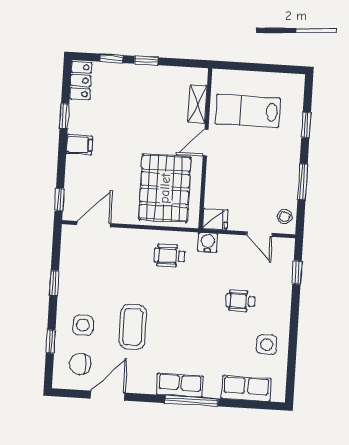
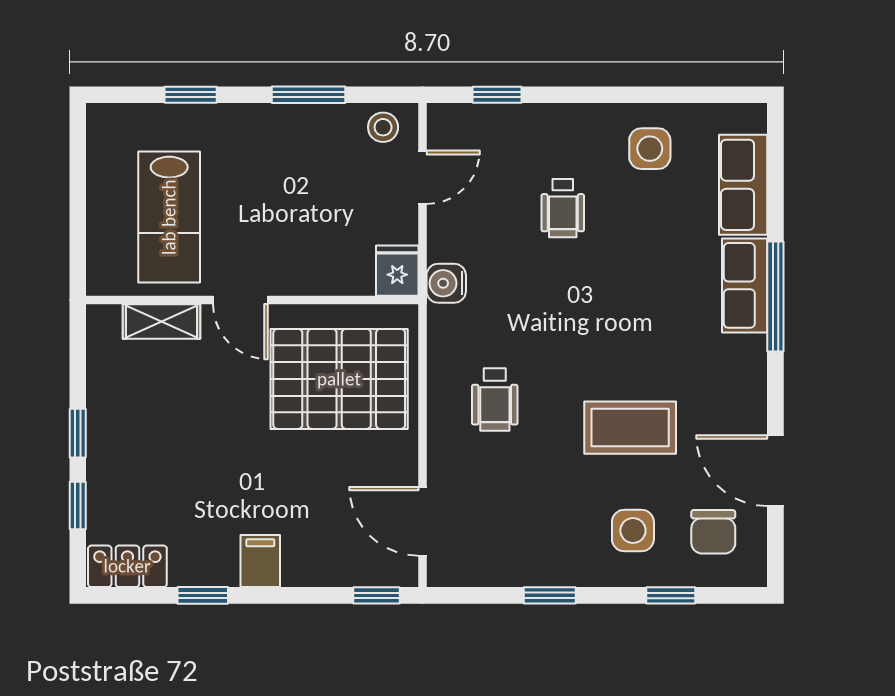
wheelchair: (170, 256) -> (495, 400), moved
row of seats: (180, 385) -> (745, 285), moved

